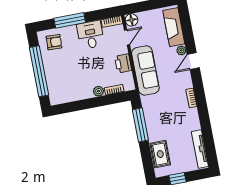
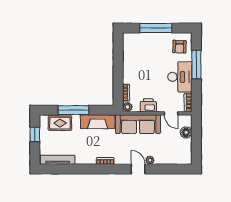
floor lamp: (131, 20) -> (186, 132), moved
fireplace: (174, 27) -> (98, 122), moved, turned 180
desk: (91, 35) -> (180, 77), width x1.37
window: (39, 71) -> (156, 28), width x0.68
plant: (99, 91) -> (127, 107), moved
window: (140, 125) -> (74, 110), moved

